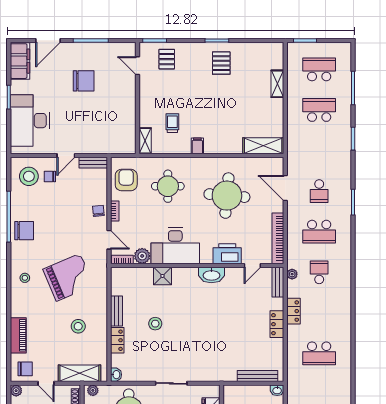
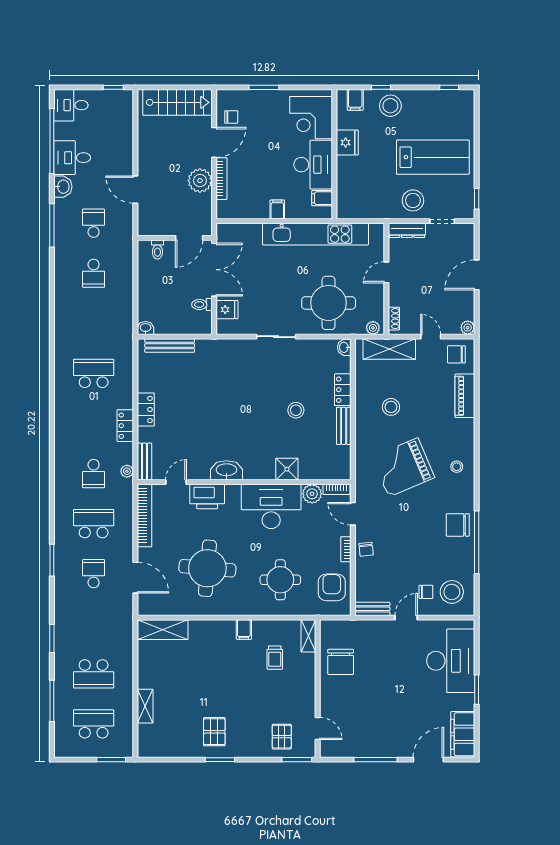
school desk: (319, 69) -> (94, 724), turned 180
chair: (84, 81) -> (341, 662), moved, turned -90
armchair: (126, 180) -> (332, 587), turned 180

